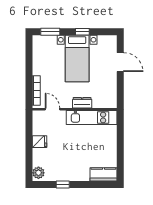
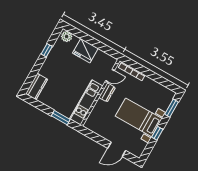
dresser: (82, 103) -> (107, 92), moved
window: (120, 134) -> (61, 118), added
fridge: (40, 142) -> (85, 51), width x1.88, depth x1.34

